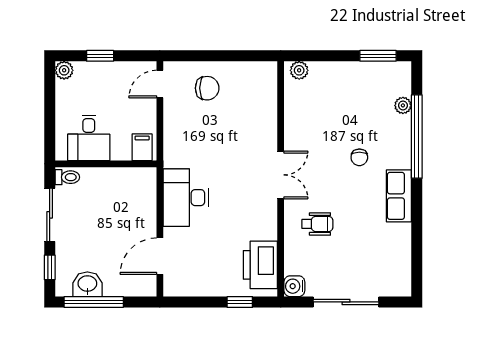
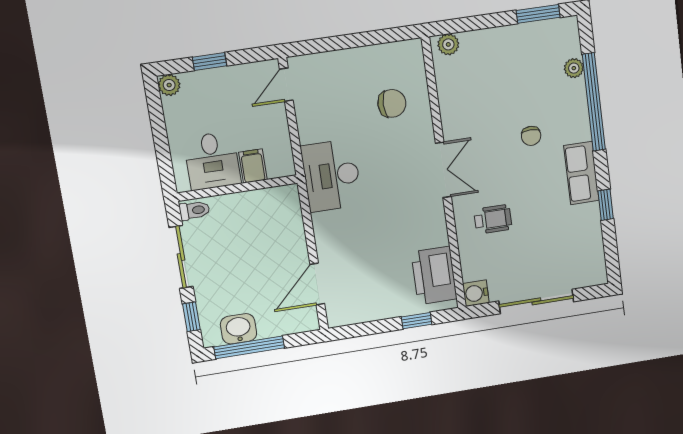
chair: (207, 88) -> (392, 103), moved
filing cabinet: (142, 147) -> (253, 166), moved
desk: (186, 198) -> (331, 176), moved
window: (417, 227) -> (606, 205), added

